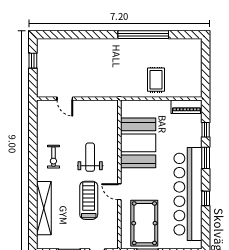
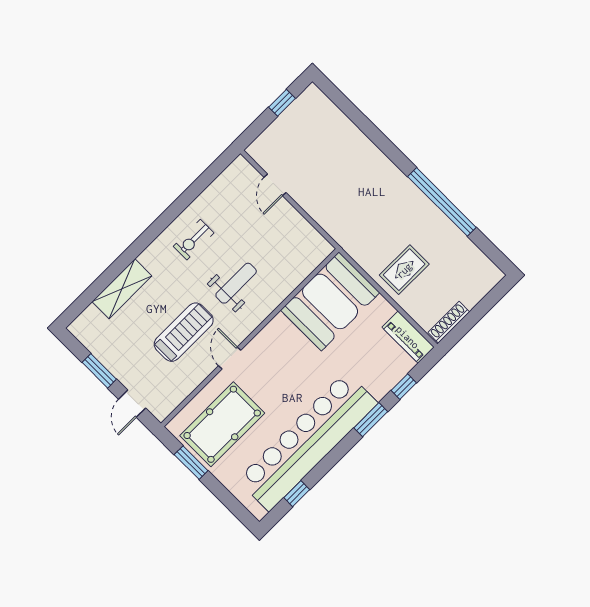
shoe rack: (197, 83) -> (449, 322), added
booth: (138, 143) -> (330, 301), moved
window: (206, 198) -> (297, 494), moved
shelving: (44, 208) -> (122, 289), width x0.68

